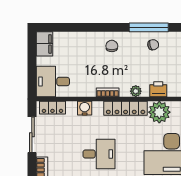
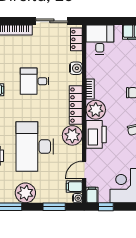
printer: (158, 89) -> (96, 134), width x1.87, depth x1.48
plant: (136, 91) -> (96, 110), width x1.88, depth x1.88
desk: (99, 154) -> (35, 81), turned 90

